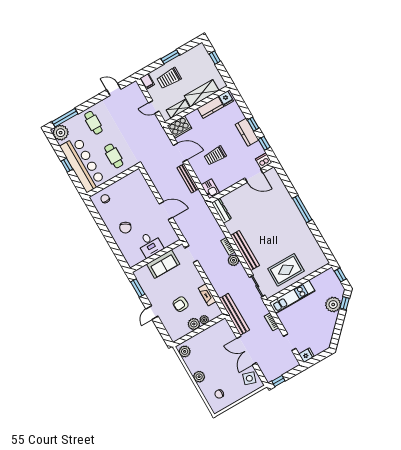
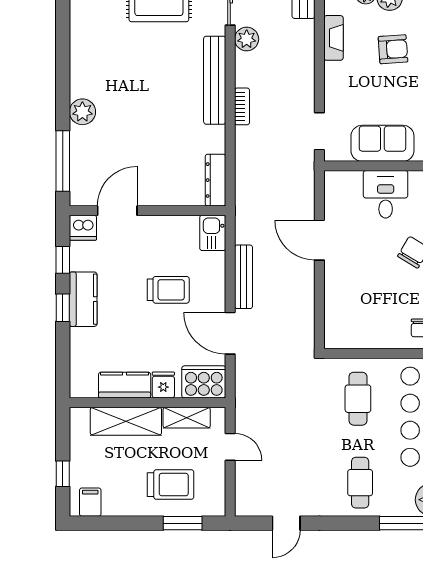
window: (170, 57) -> (183, 523), moved
filing cabinet: (147, 81) -> (90, 502), moved
door: (114, 89) -> (286, 523), hinge flipped
fridge: (226, 98) -> (163, 385), moved
door: (254, 176) -> (117, 211), hinge flipped
plant: (291, 207) -> (82, 112), added
window: (302, 209) -> (63, 161), moved
plant: (234, 260) -> (247, 39), moved

